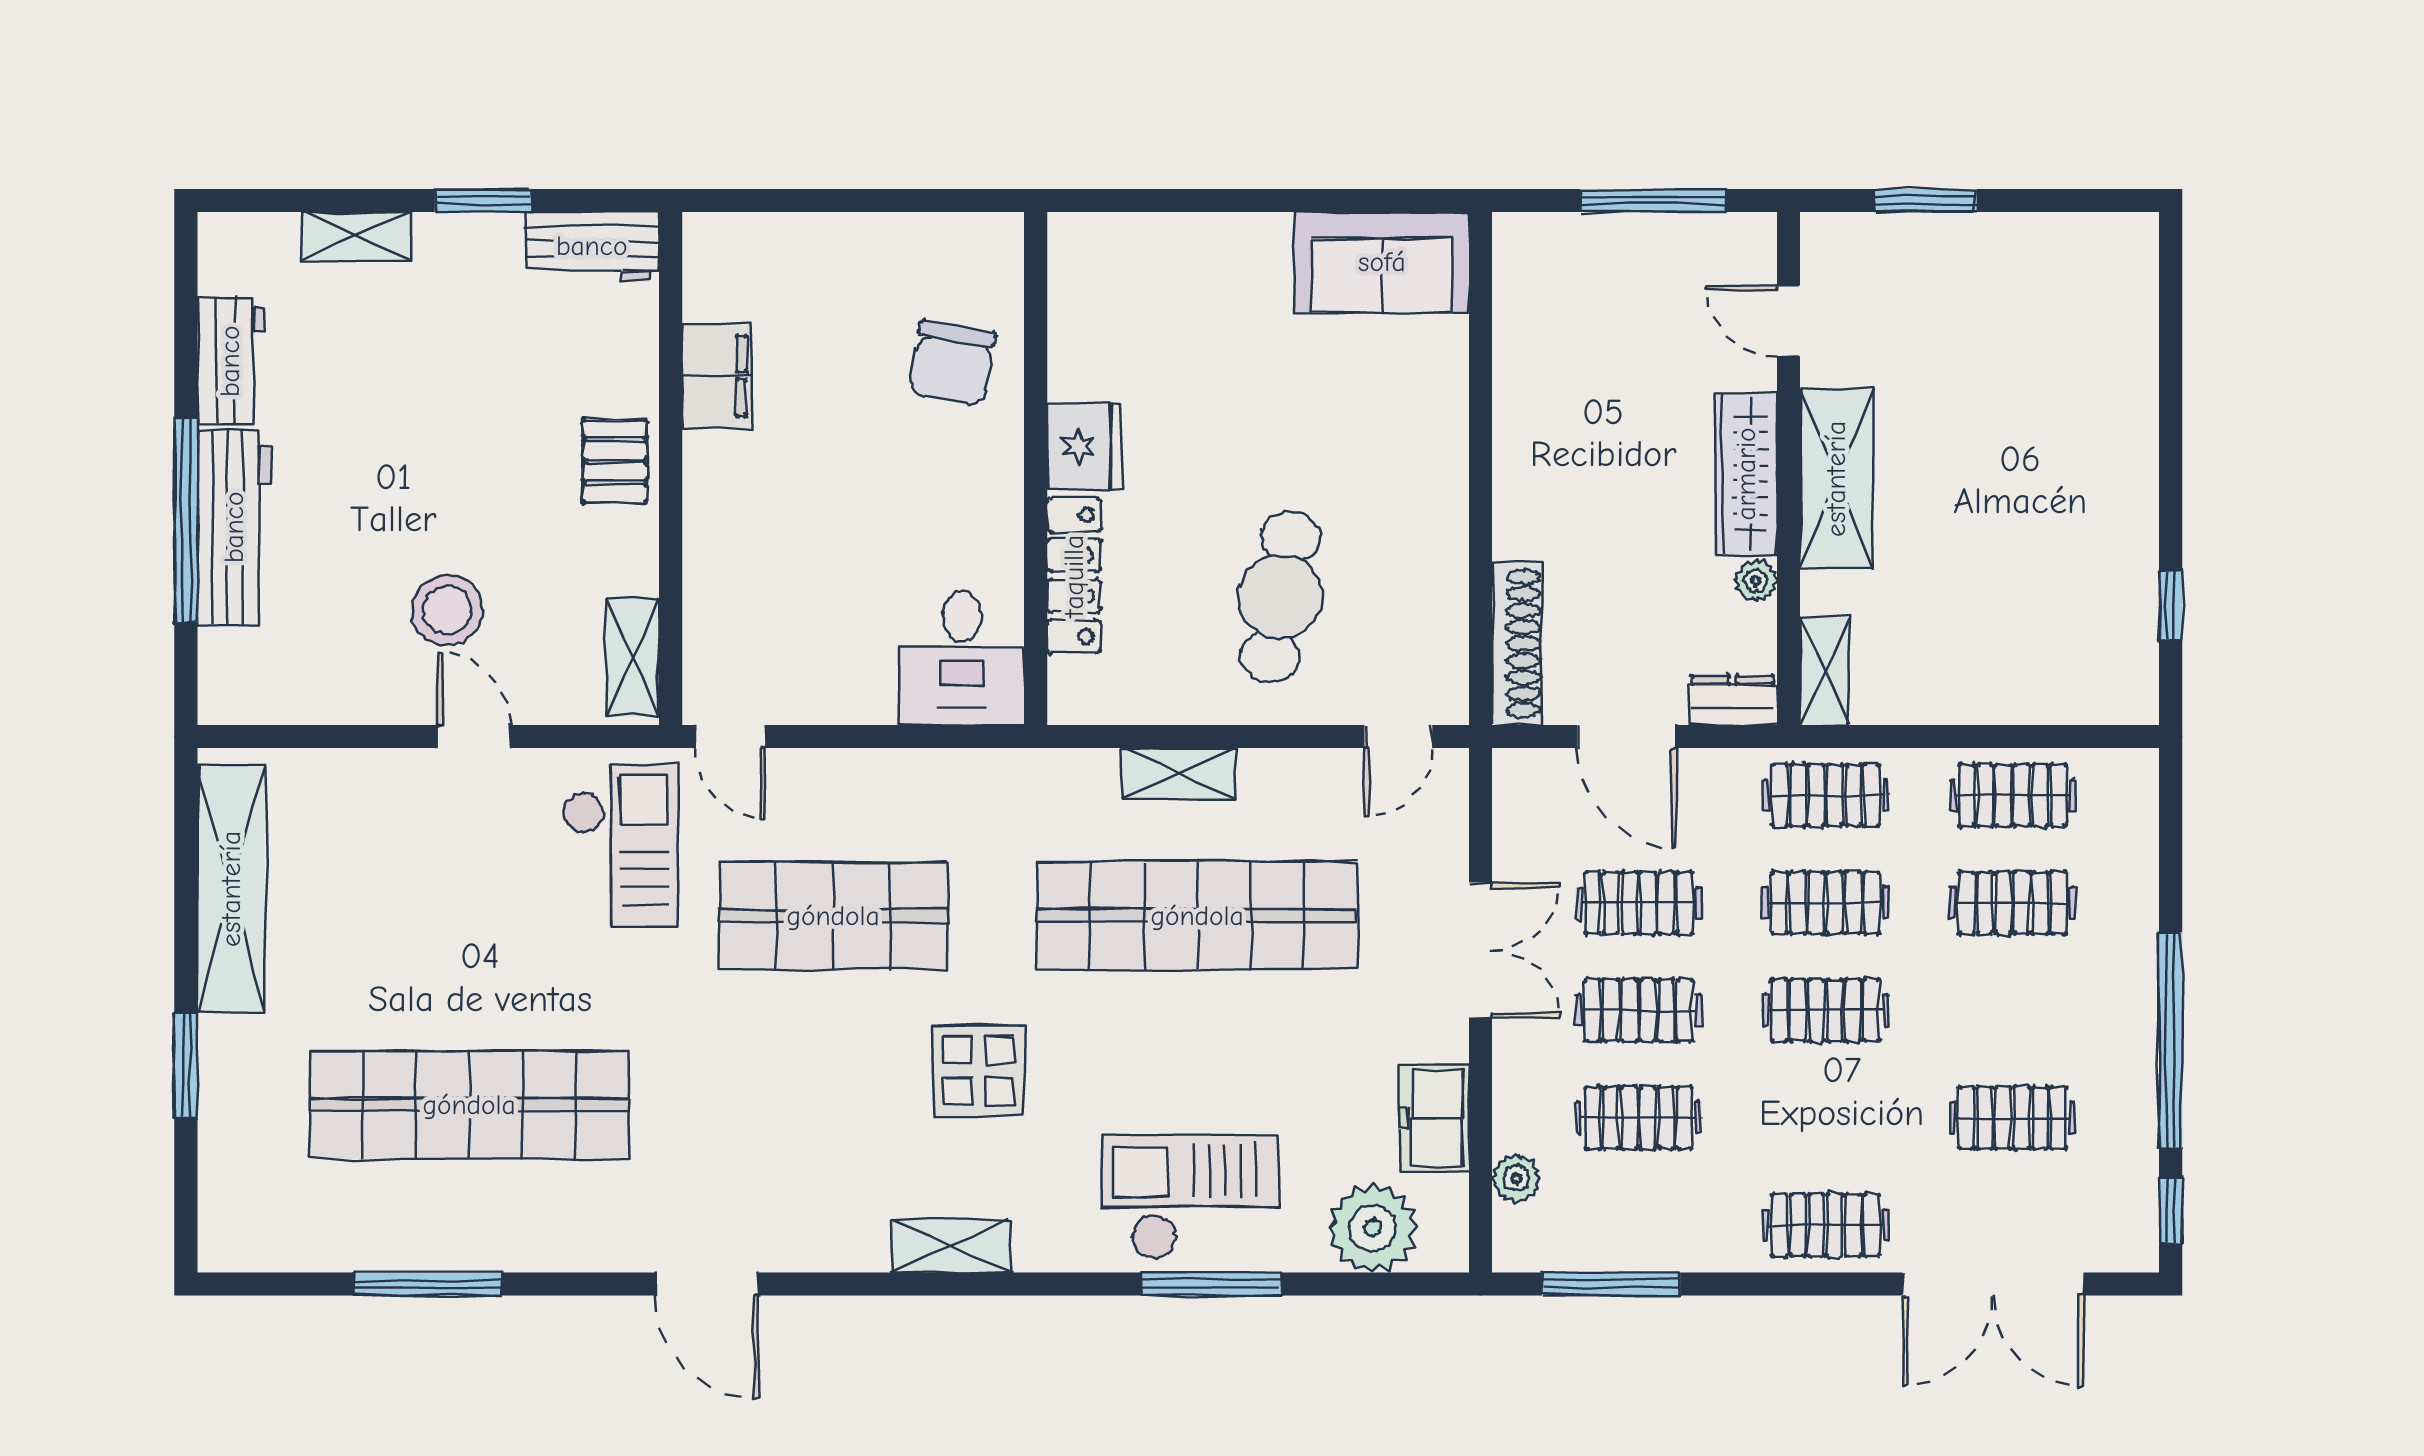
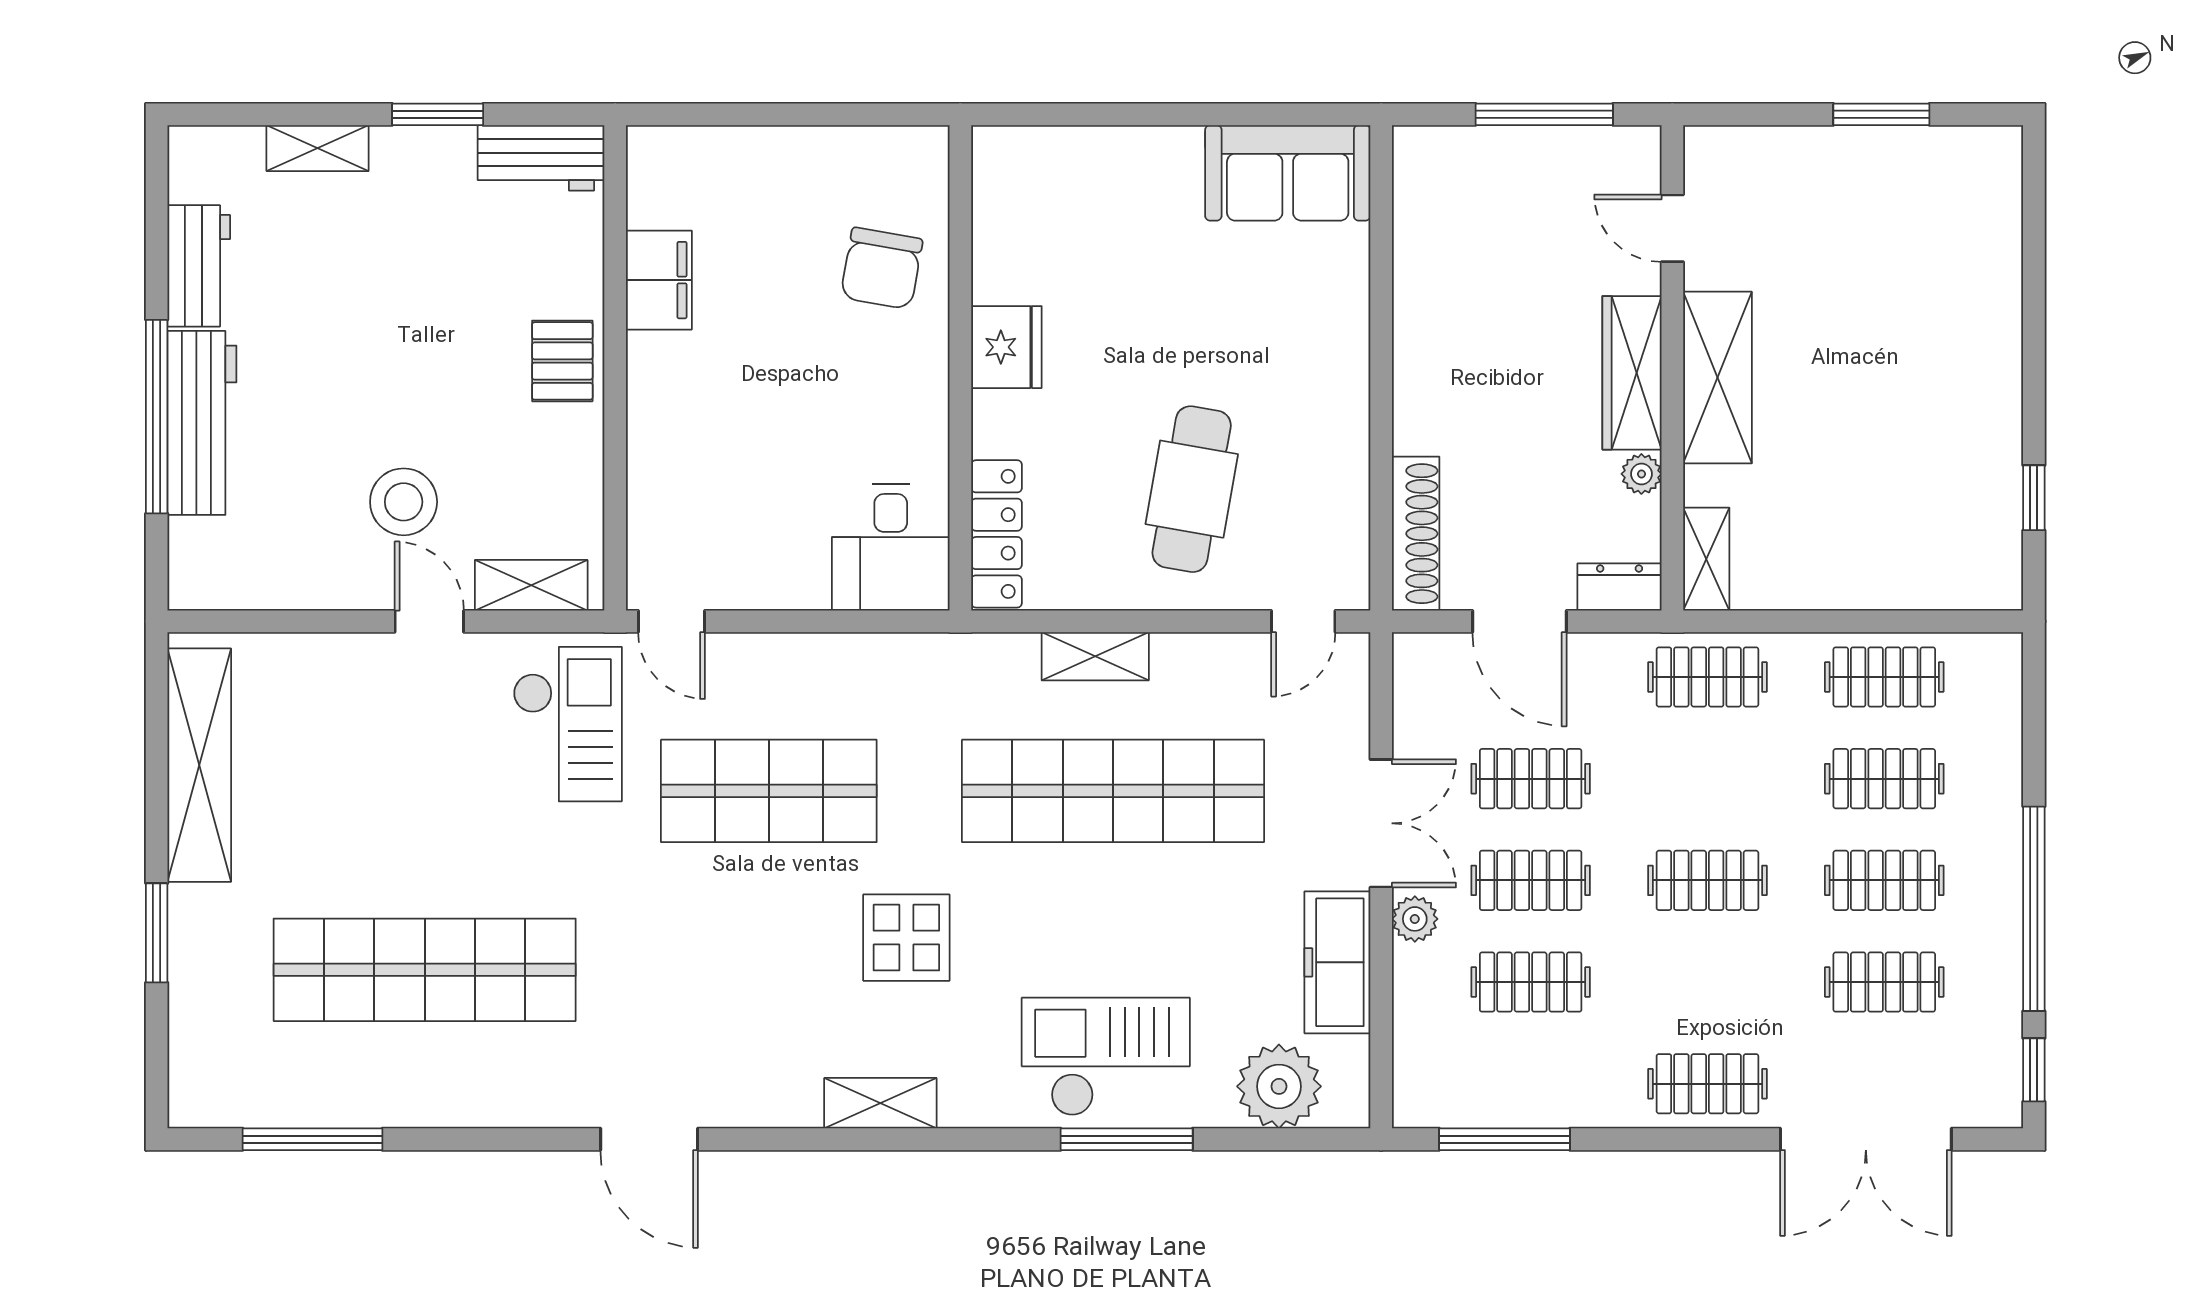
window: (1926, 200) -> (1881, 114), moved
locker: (1074, 576) -> (997, 534), moved
shelving: (632, 657) -> (531, 585), moved, turned 90
clothes rail: (1826, 903) -> (1884, 880), moved
freezer: (1434, 1118) -> (1337, 962), width x1.40
plant: (1516, 1178) -> (1415, 919), moved
window: (428, 1284) -> (312, 1139), moved

